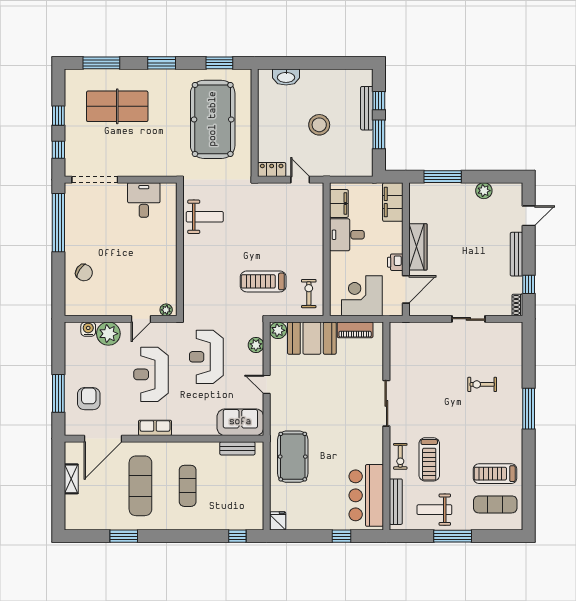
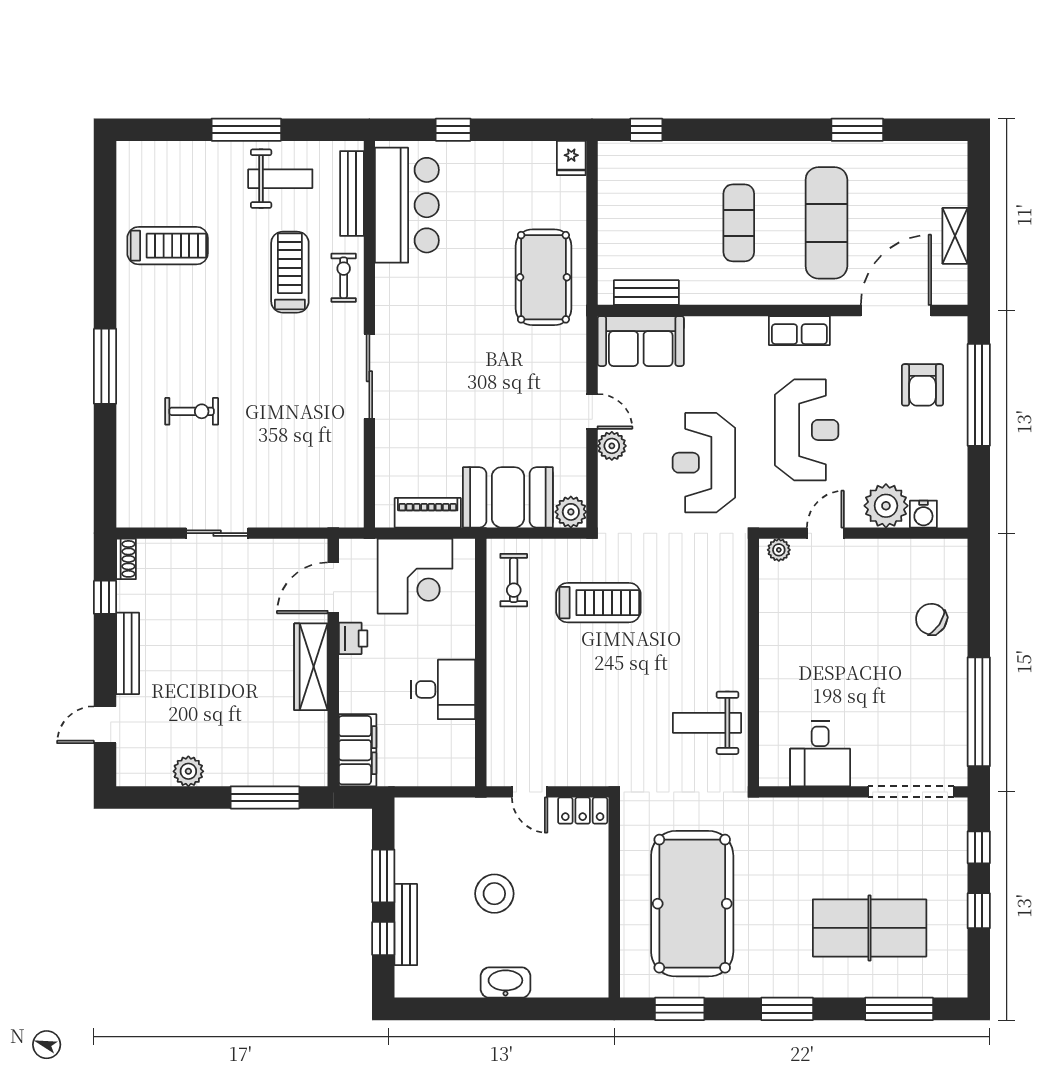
washbasin: (286, 77) -> (505, 983), moved
filing cabinet: (339, 203) -> (458, 747), removed
plant: (256, 345) -> (612, 446), moved
reception desk: (206, 357) -> (704, 463), turned 180
window: (58, 393) -> (979, 395), width x1.46
exercise mat: (495, 504) -> (167, 188), removed

